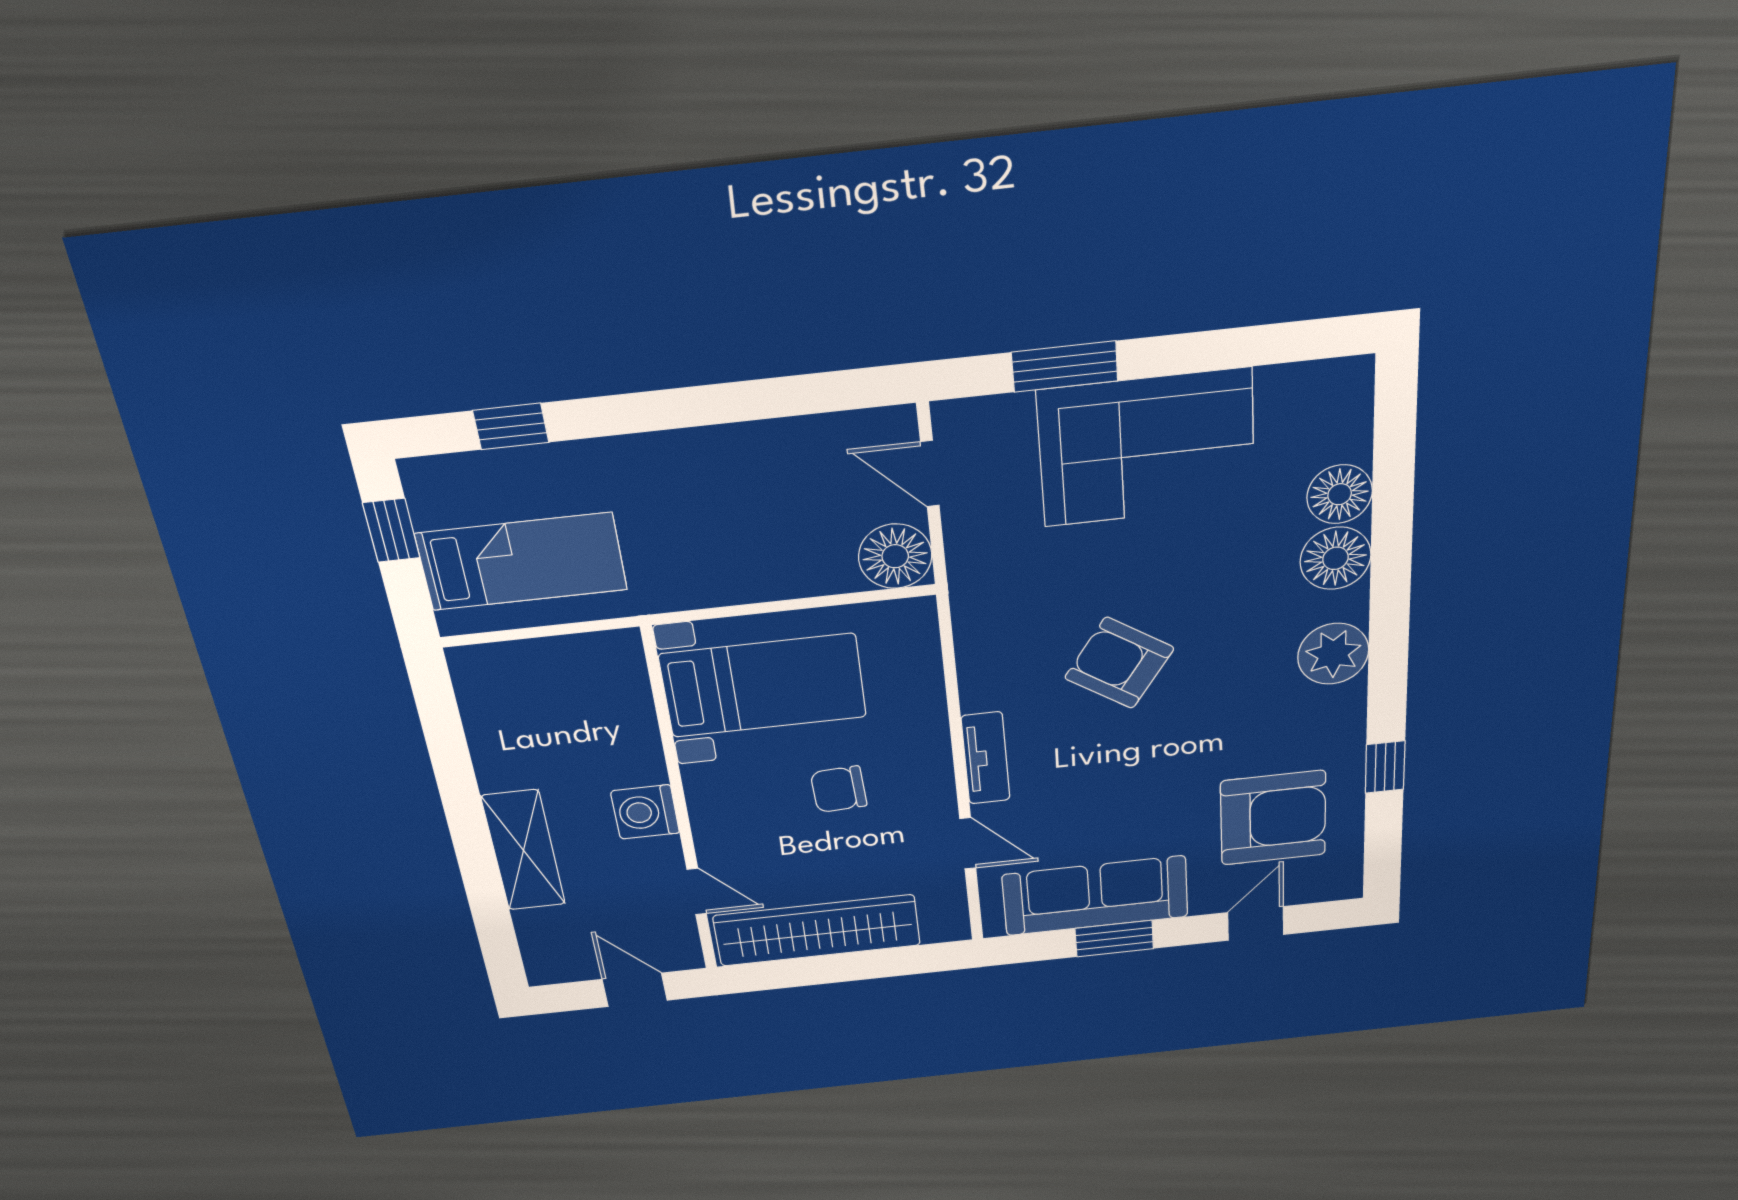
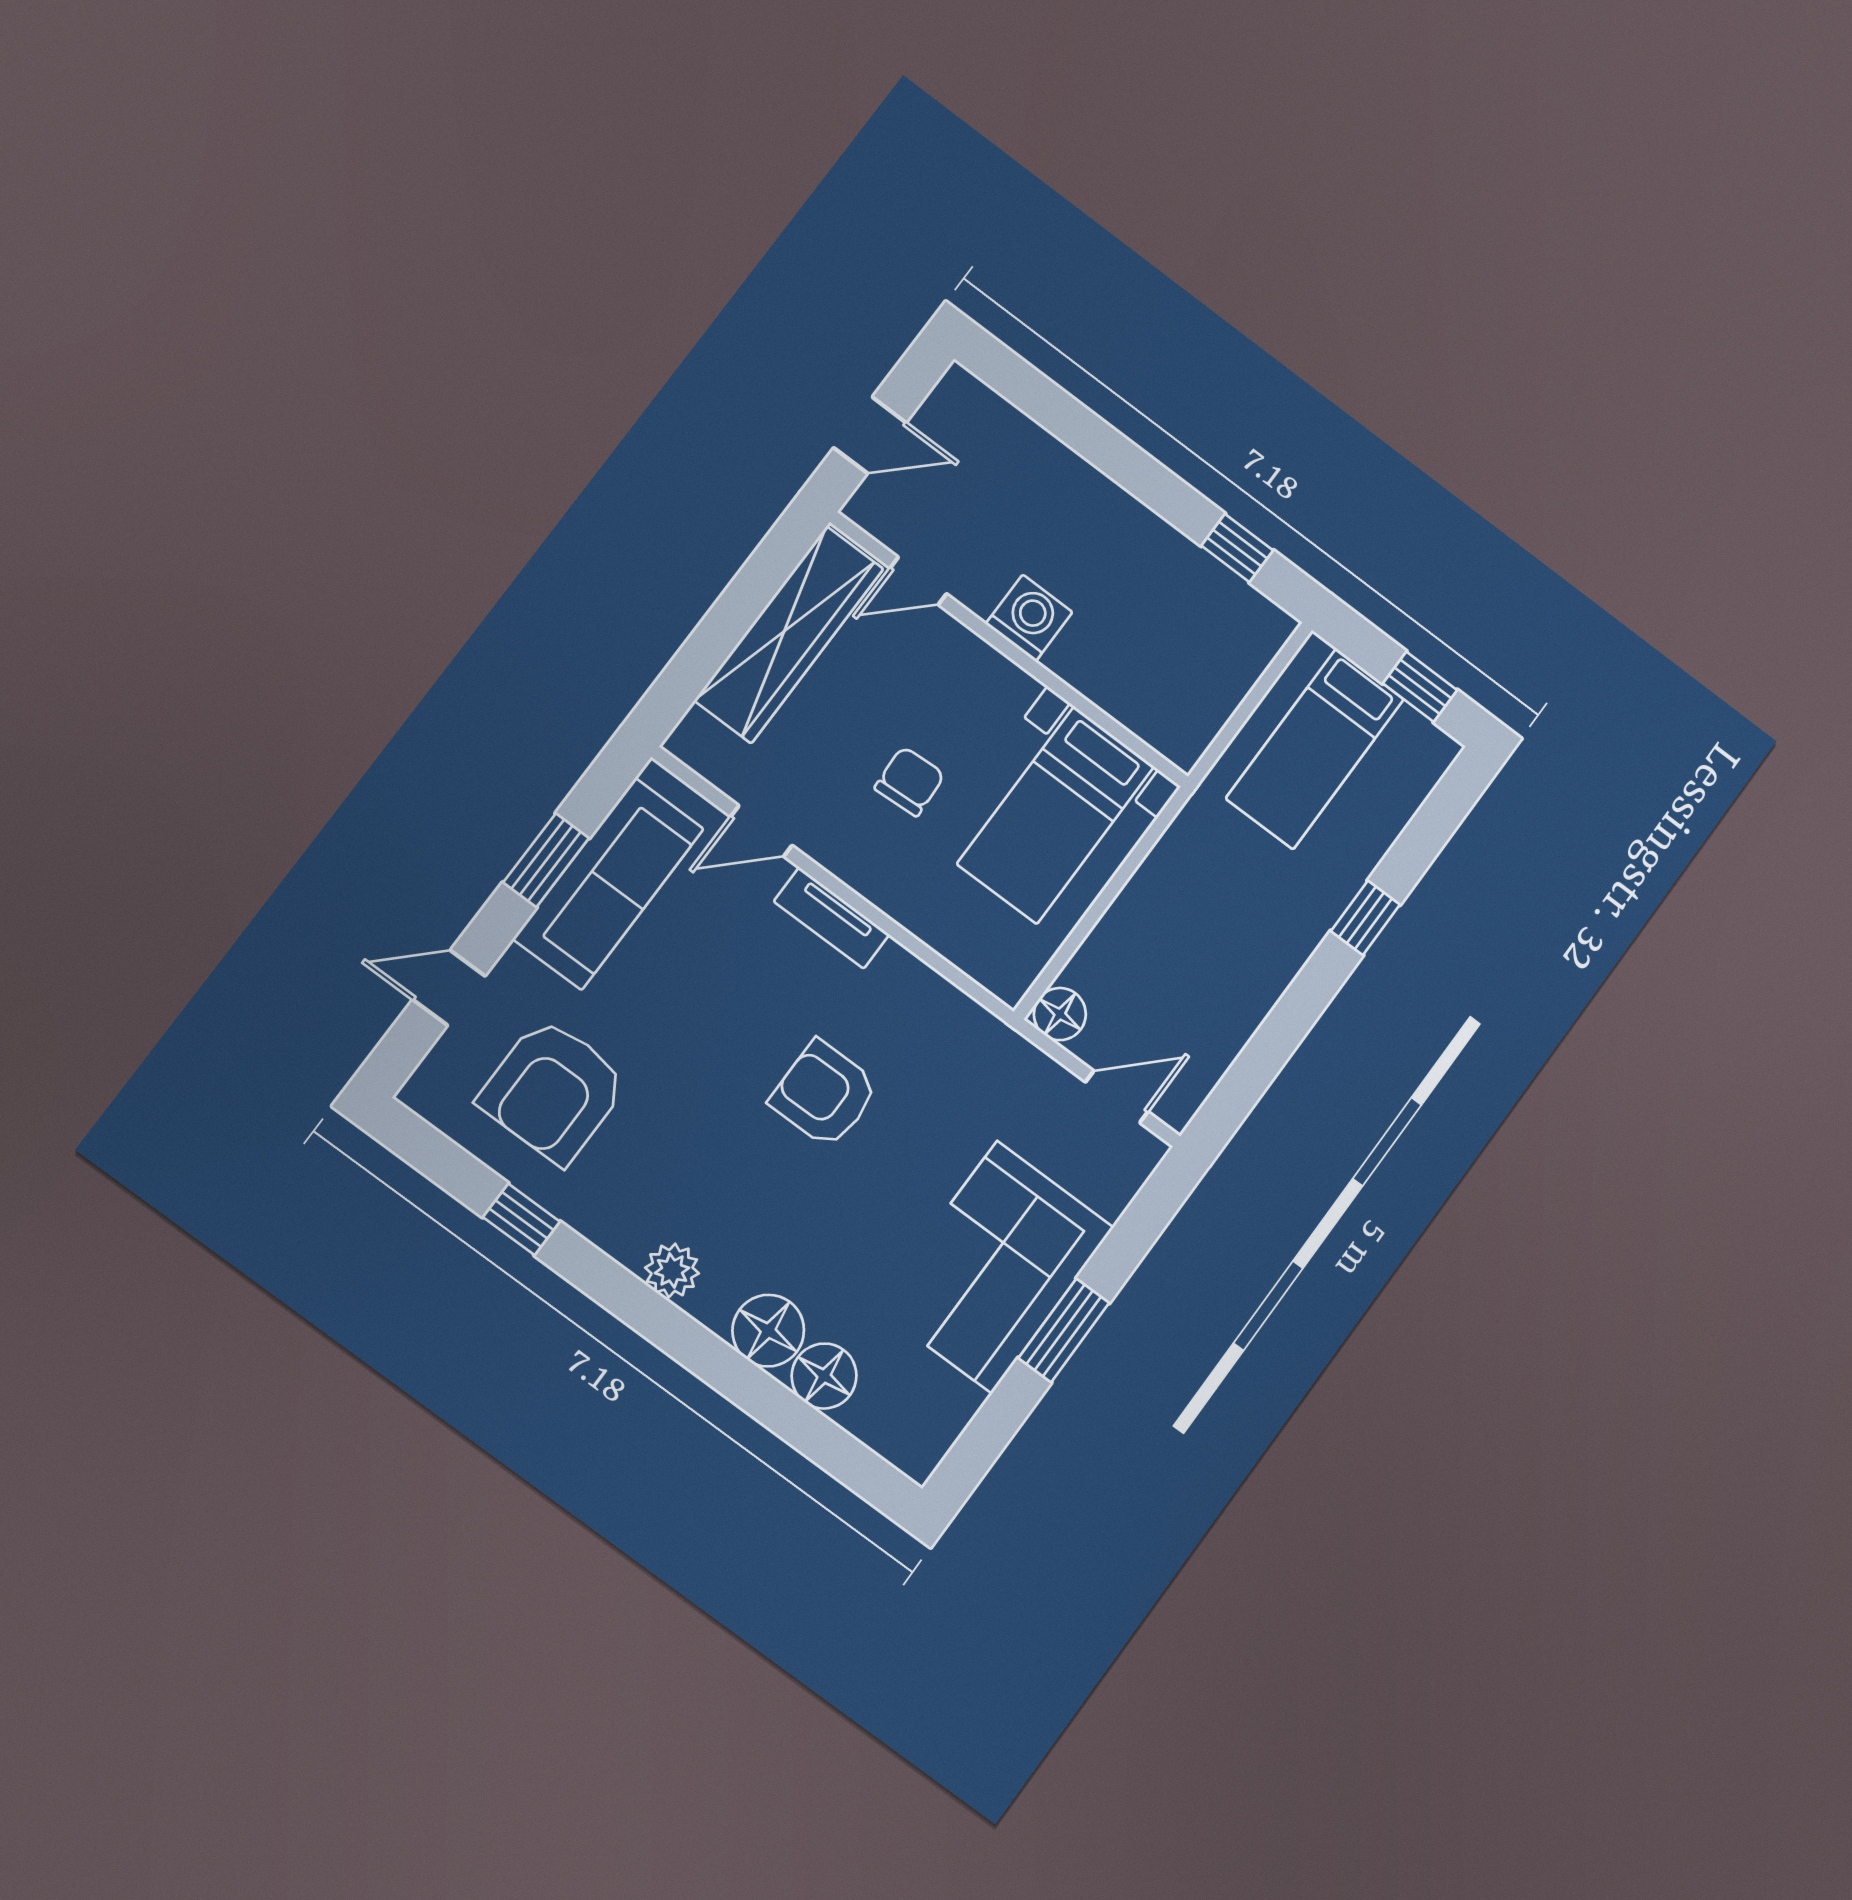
window: (1065, 367) -> (1064, 1330), moved
window: (511, 426) -> (1365, 918), moved
floor lamp: (895, 556) -> (1060, 1014), width x0.73, depth x0.73
plant: (1333, 654) -> (672, 1270), width x0.73, depth x0.73
armchair: (1119, 663) -> (824, 1094), turned -124
window: (444, 732) -> (1237, 548), added
shelving: (524, 850) -> (1083, 493), removed
door: (1256, 923) -> (449, 988), swing flipped

